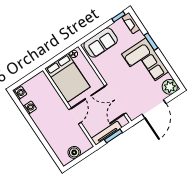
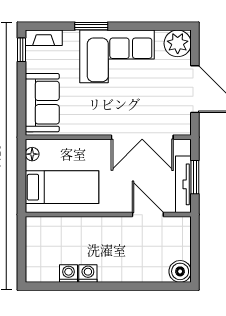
bed: (68, 78) -> (62, 187), width x0.67
washing machine: (20, 93) -> (88, 273), moved
door: (75, 116) -> (148, 215), moved
boiler: (74, 152) -> (180, 271), moved

